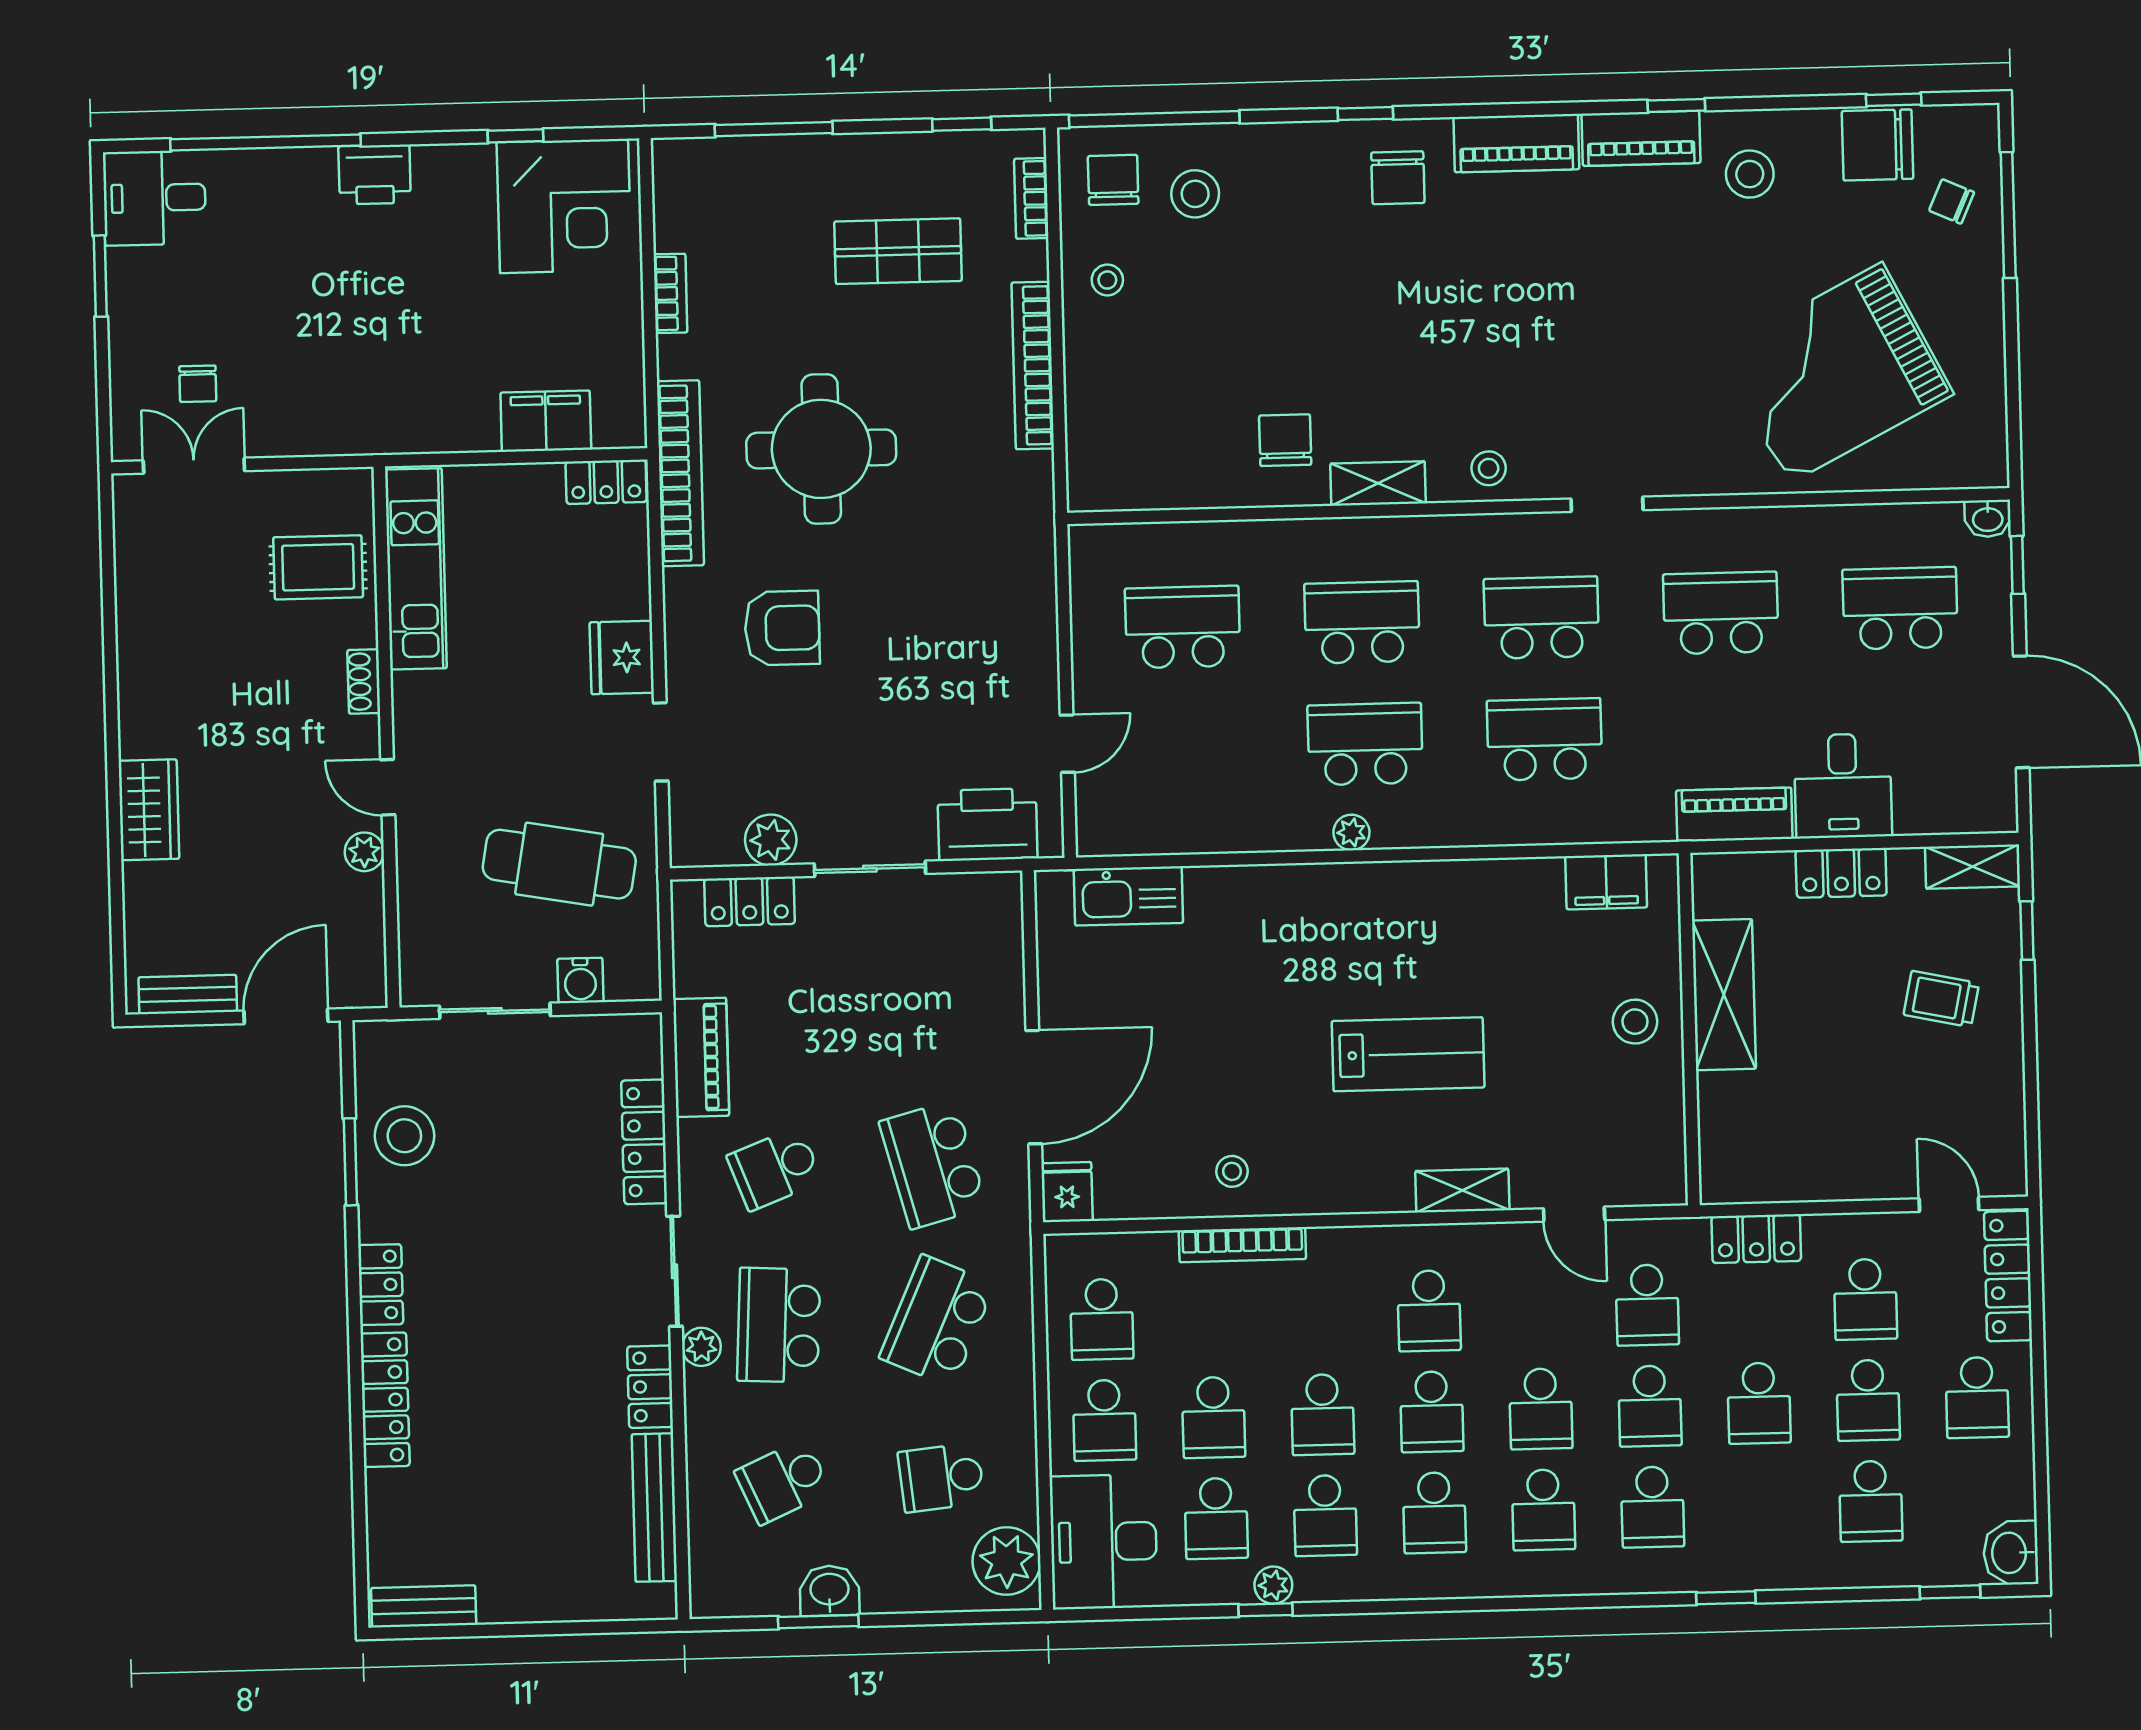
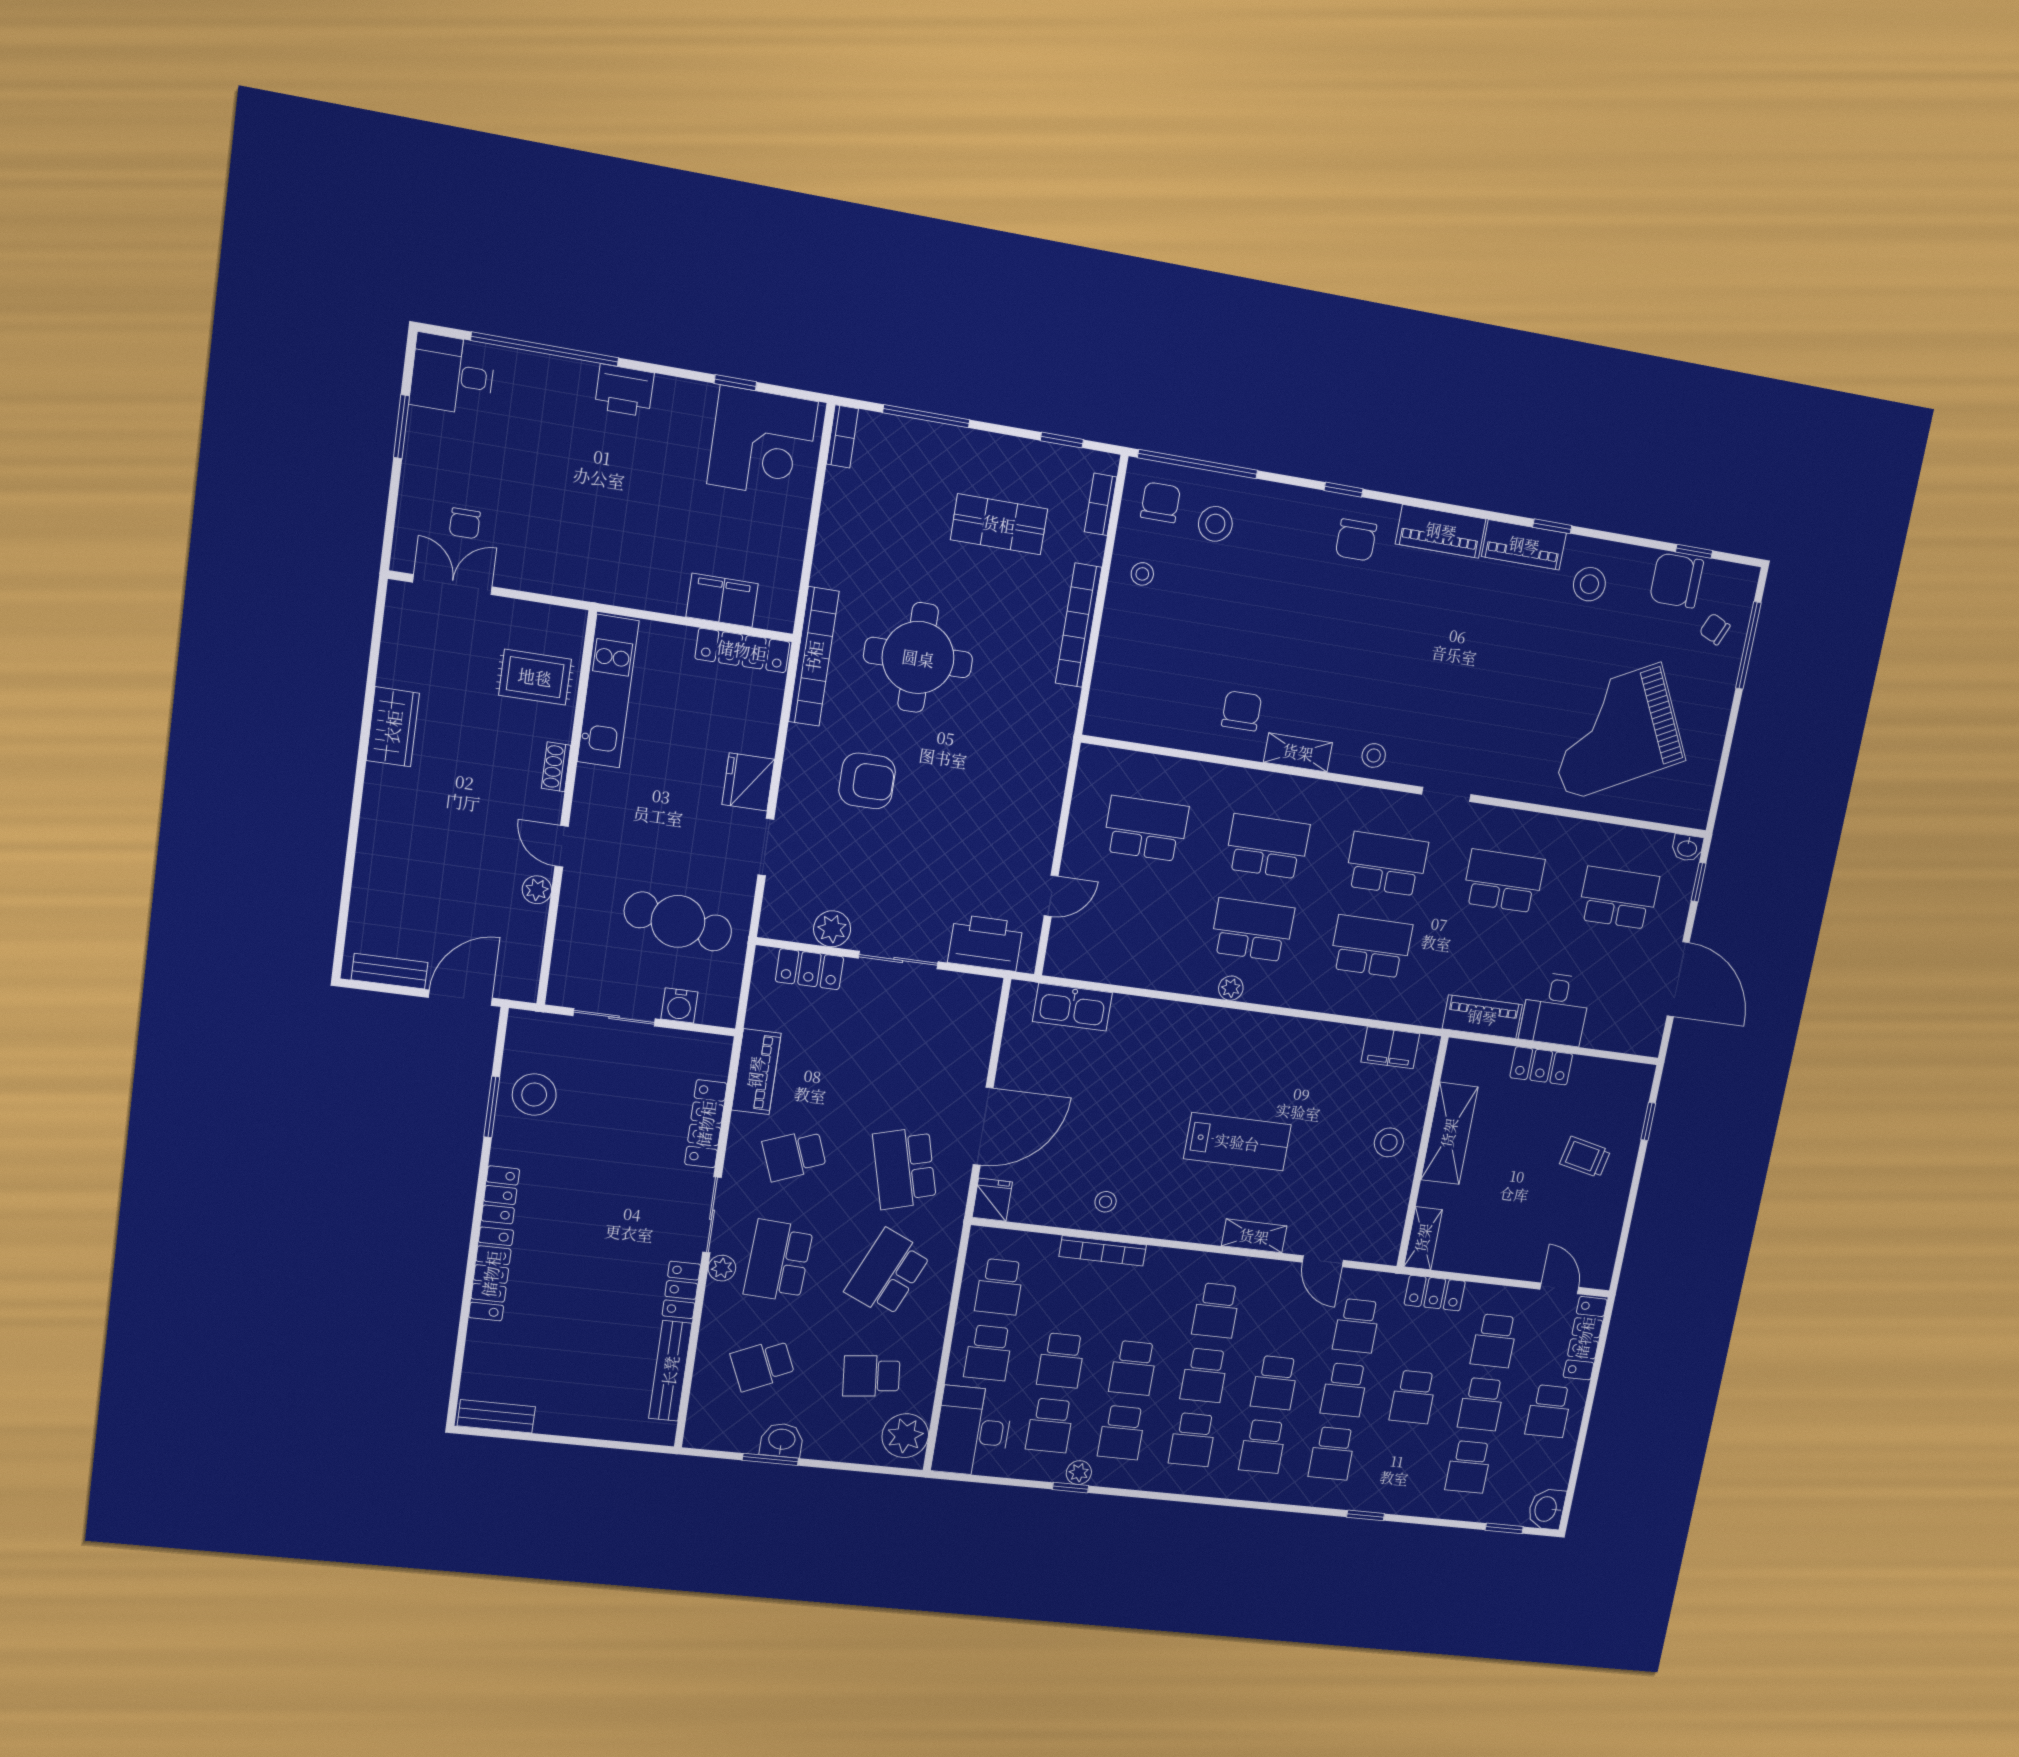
bookcase: (670, 293) -> (842, 436), moved
locker: (606, 482) -> (742, 650), width x1.53
wardrobe: (149, 810) -> (393, 727), moved
shelving: (1973, 867) -> (1423, 1238), moved, turned 90

